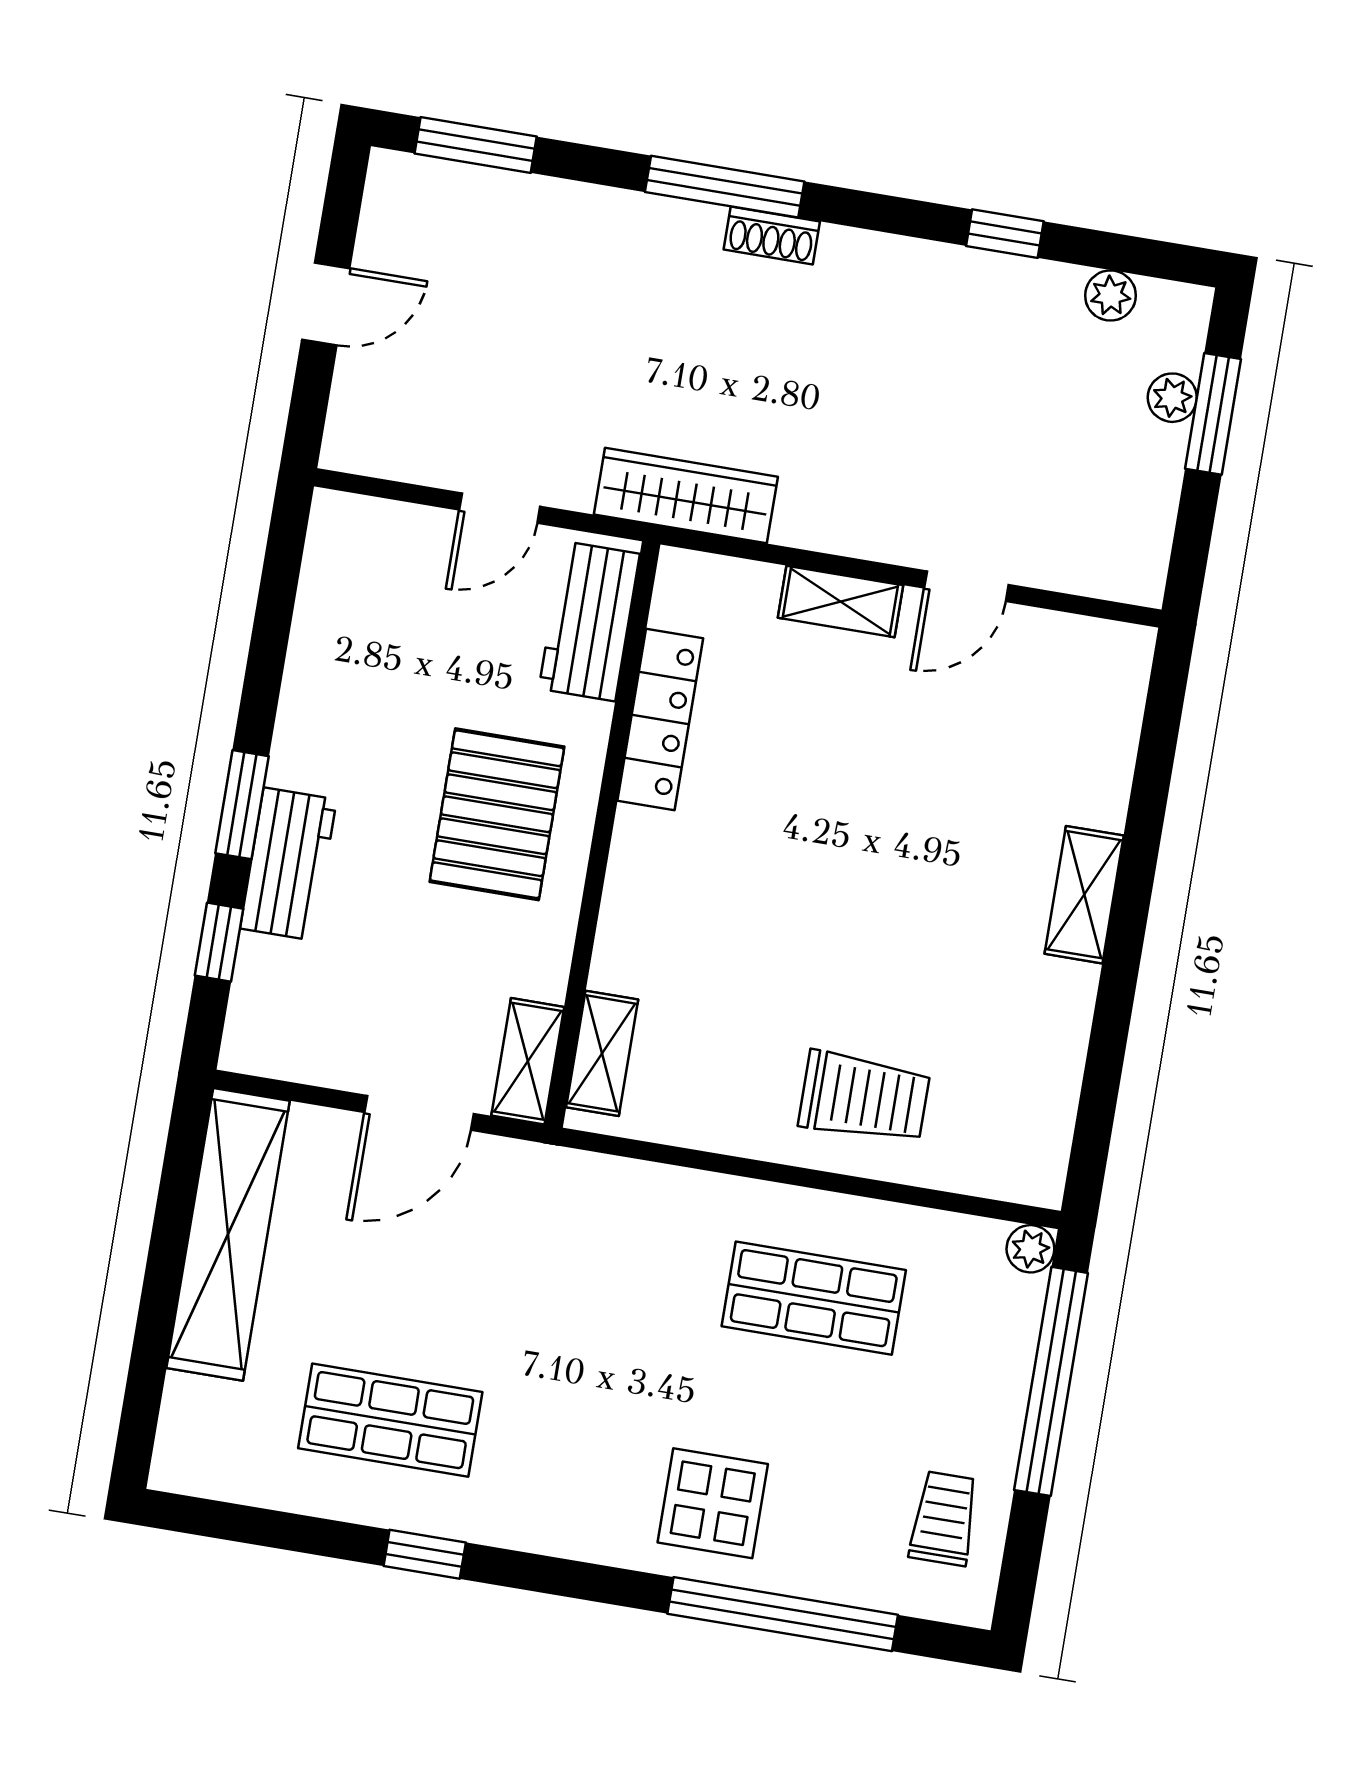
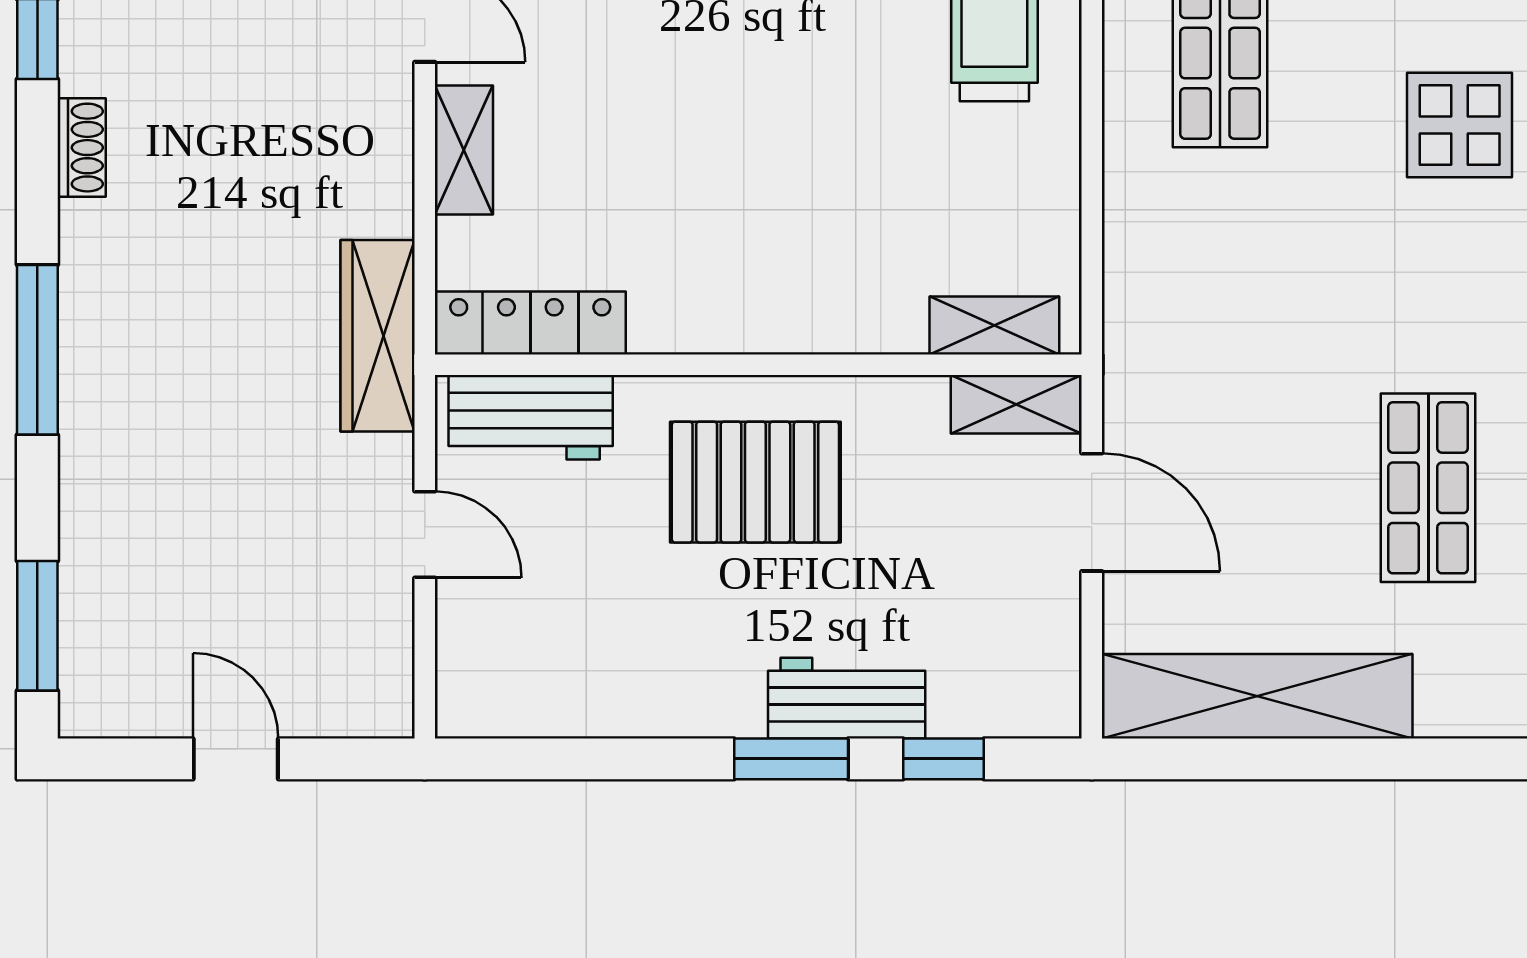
shoe rack: (772, 236) -> (82, 148), moved
locker: (660, 719) -> (530, 323), moved

